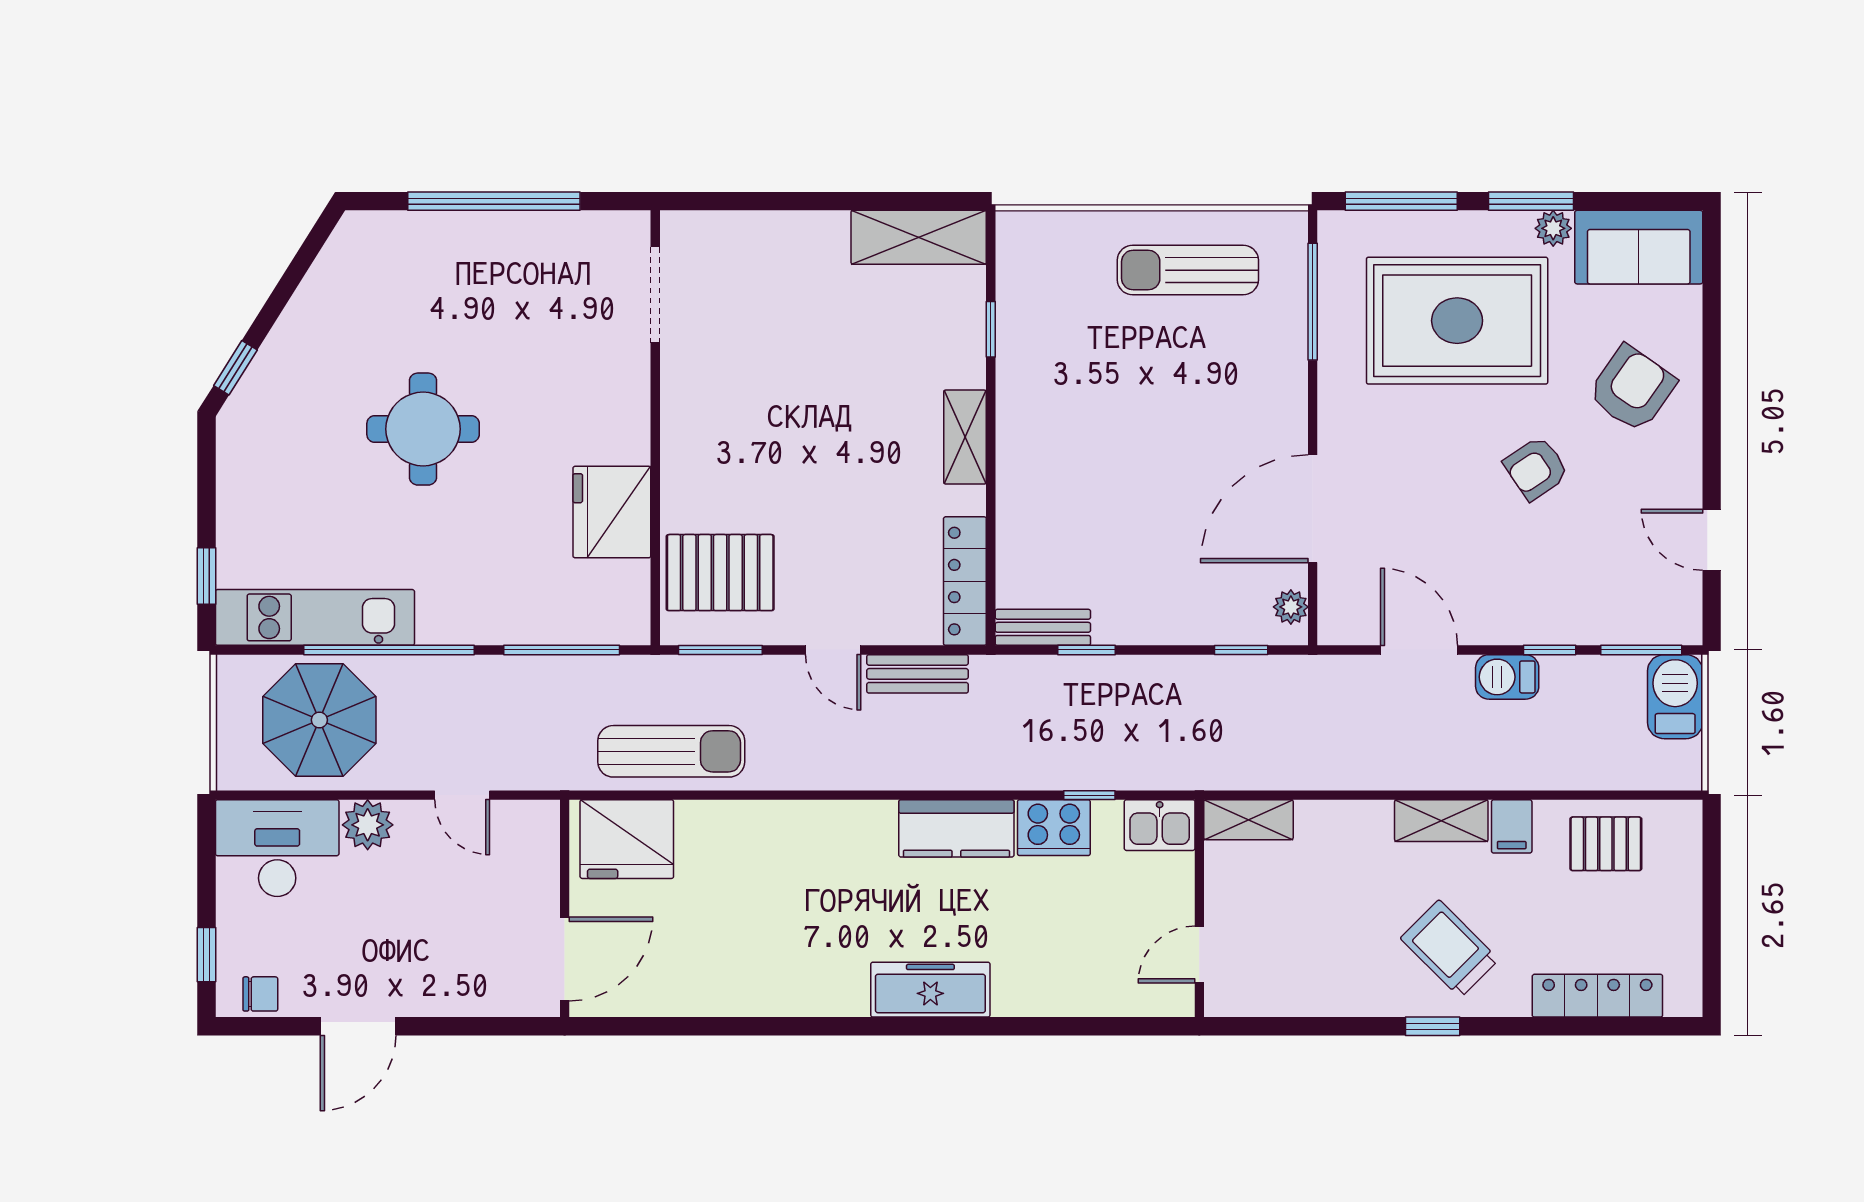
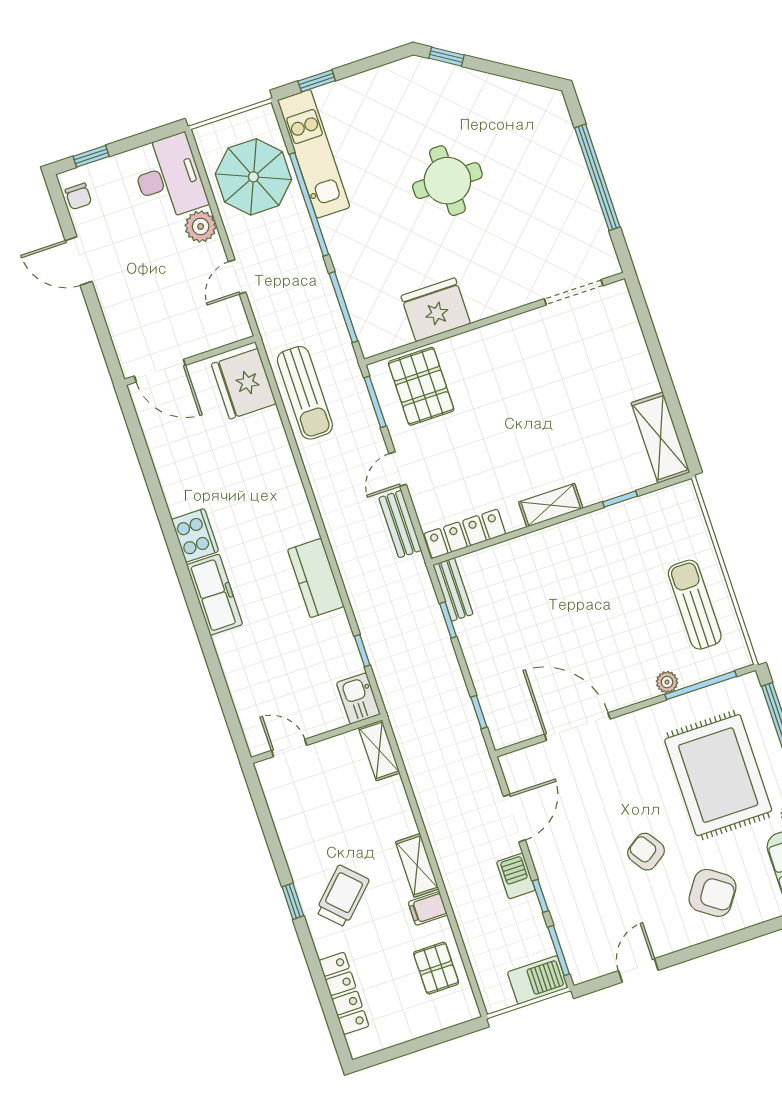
plant: (1291, 607) -> (667, 682), moved
cooker: (1054, 828) -> (195, 535), moved, turned 180

